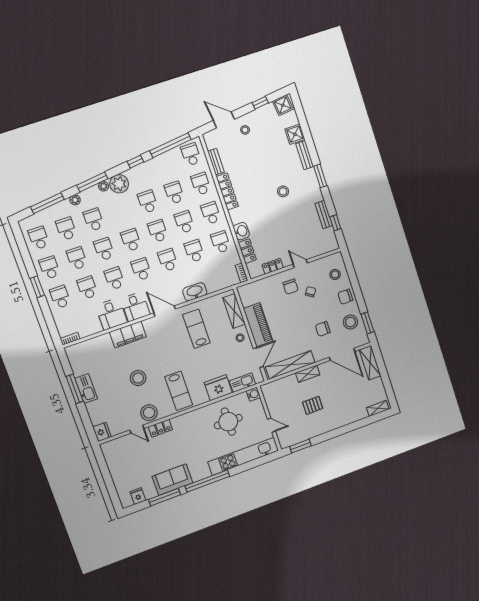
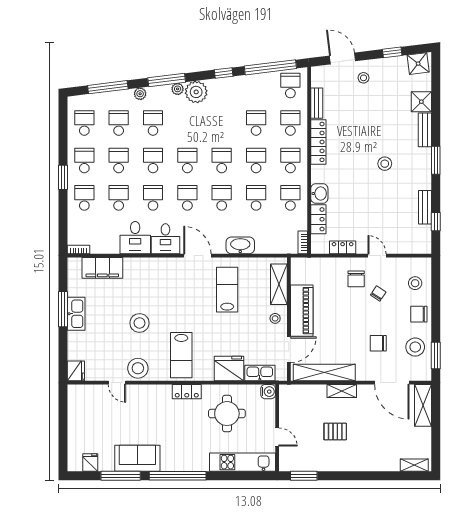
school desk: (148, 202) -> (222, 123), removed
filing cabinet: (128, 334) -> (102, 268), moved
locker: (160, 428) -> (187, 392), moved
kitchen unit: (243, 456) -> (242, 462), width x0.73

